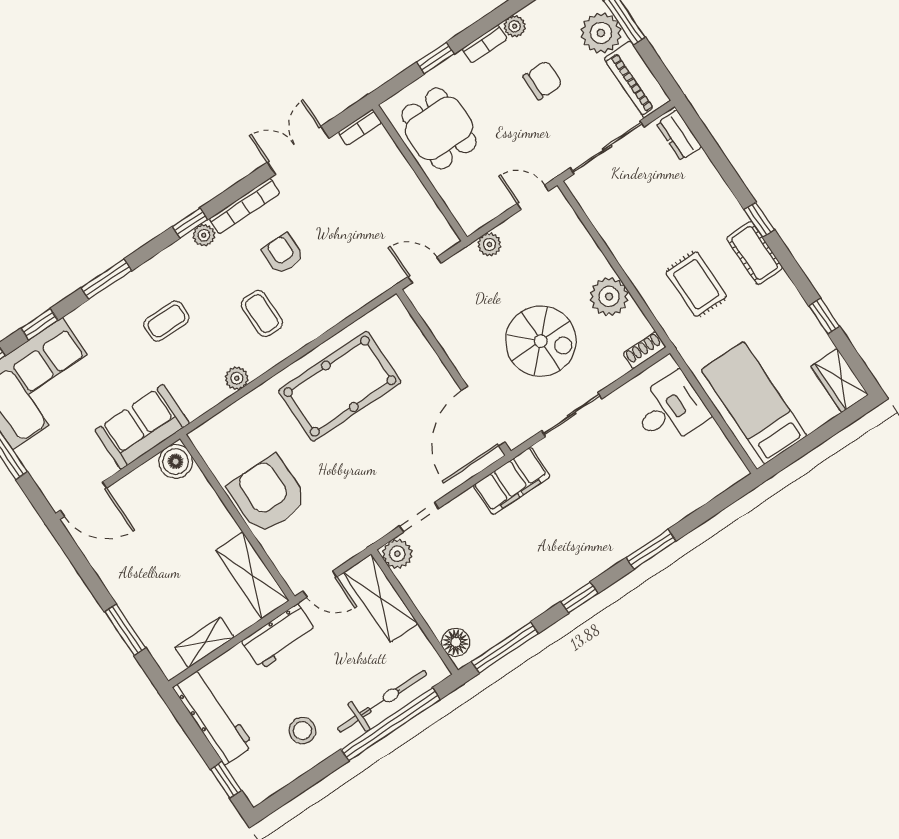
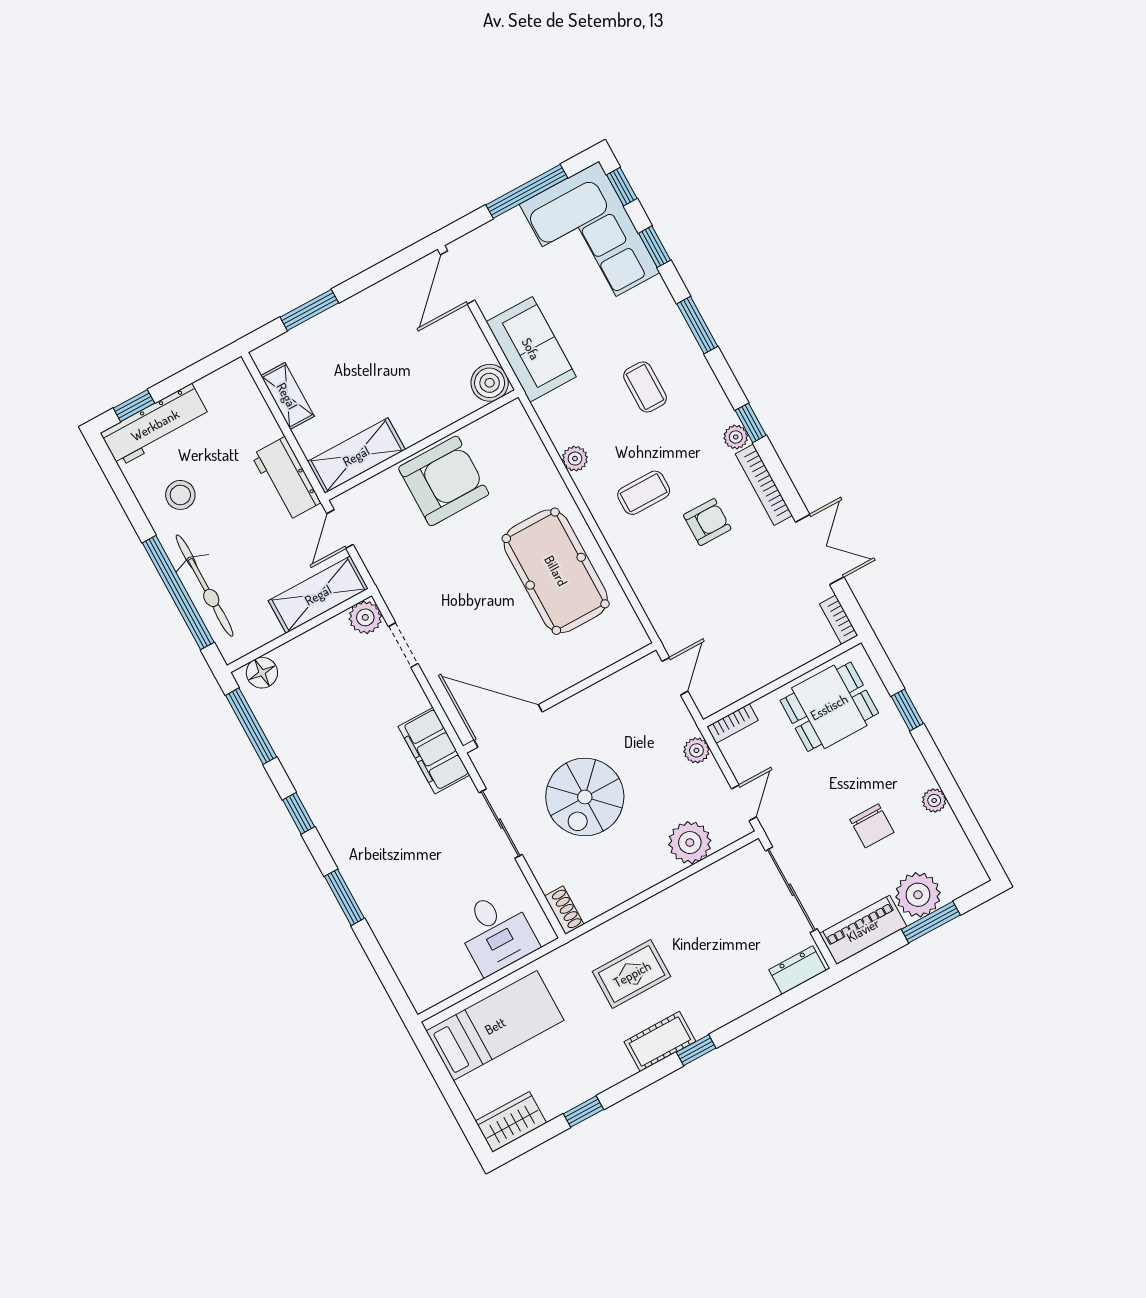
bookcase: (484, 44) -> (732, 723), moved, turned -90
plant: (609, 297) -> (690, 843), moved
workbench: (213, 717) -> (155, 425), moved

